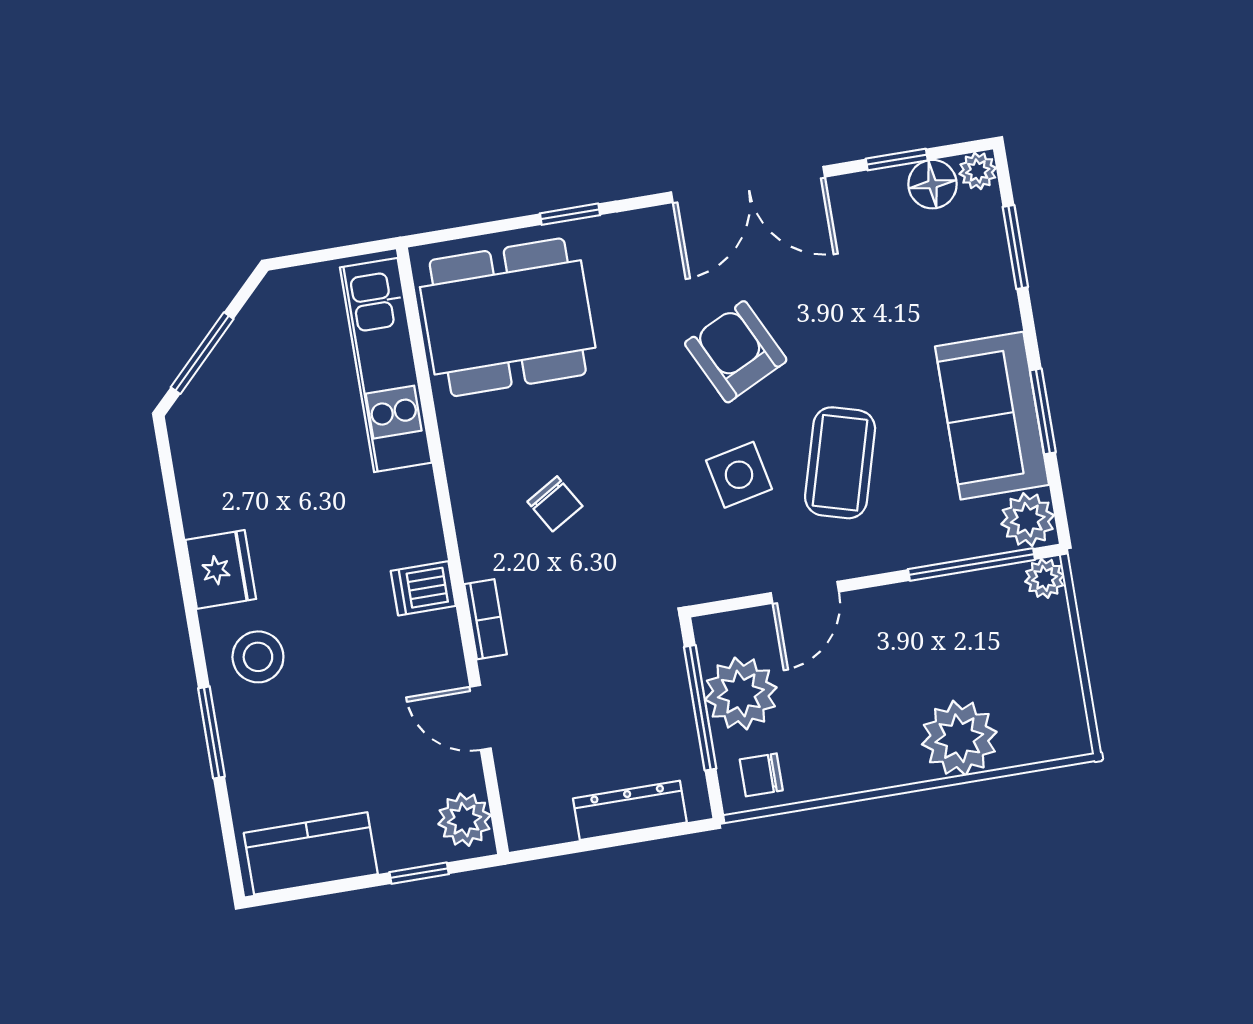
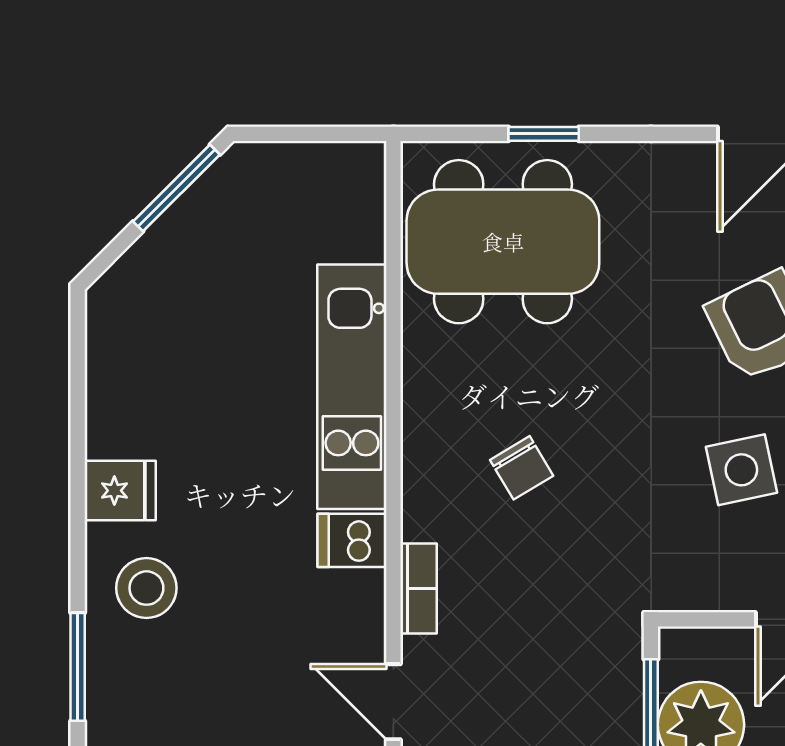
window: (570, 214) -> (544, 134), moved
window: (202, 353) -> (176, 188), moved
kitchen unit: (386, 365) -> (352, 387), moved
fridge: (221, 569) -> (120, 491), width x0.72

